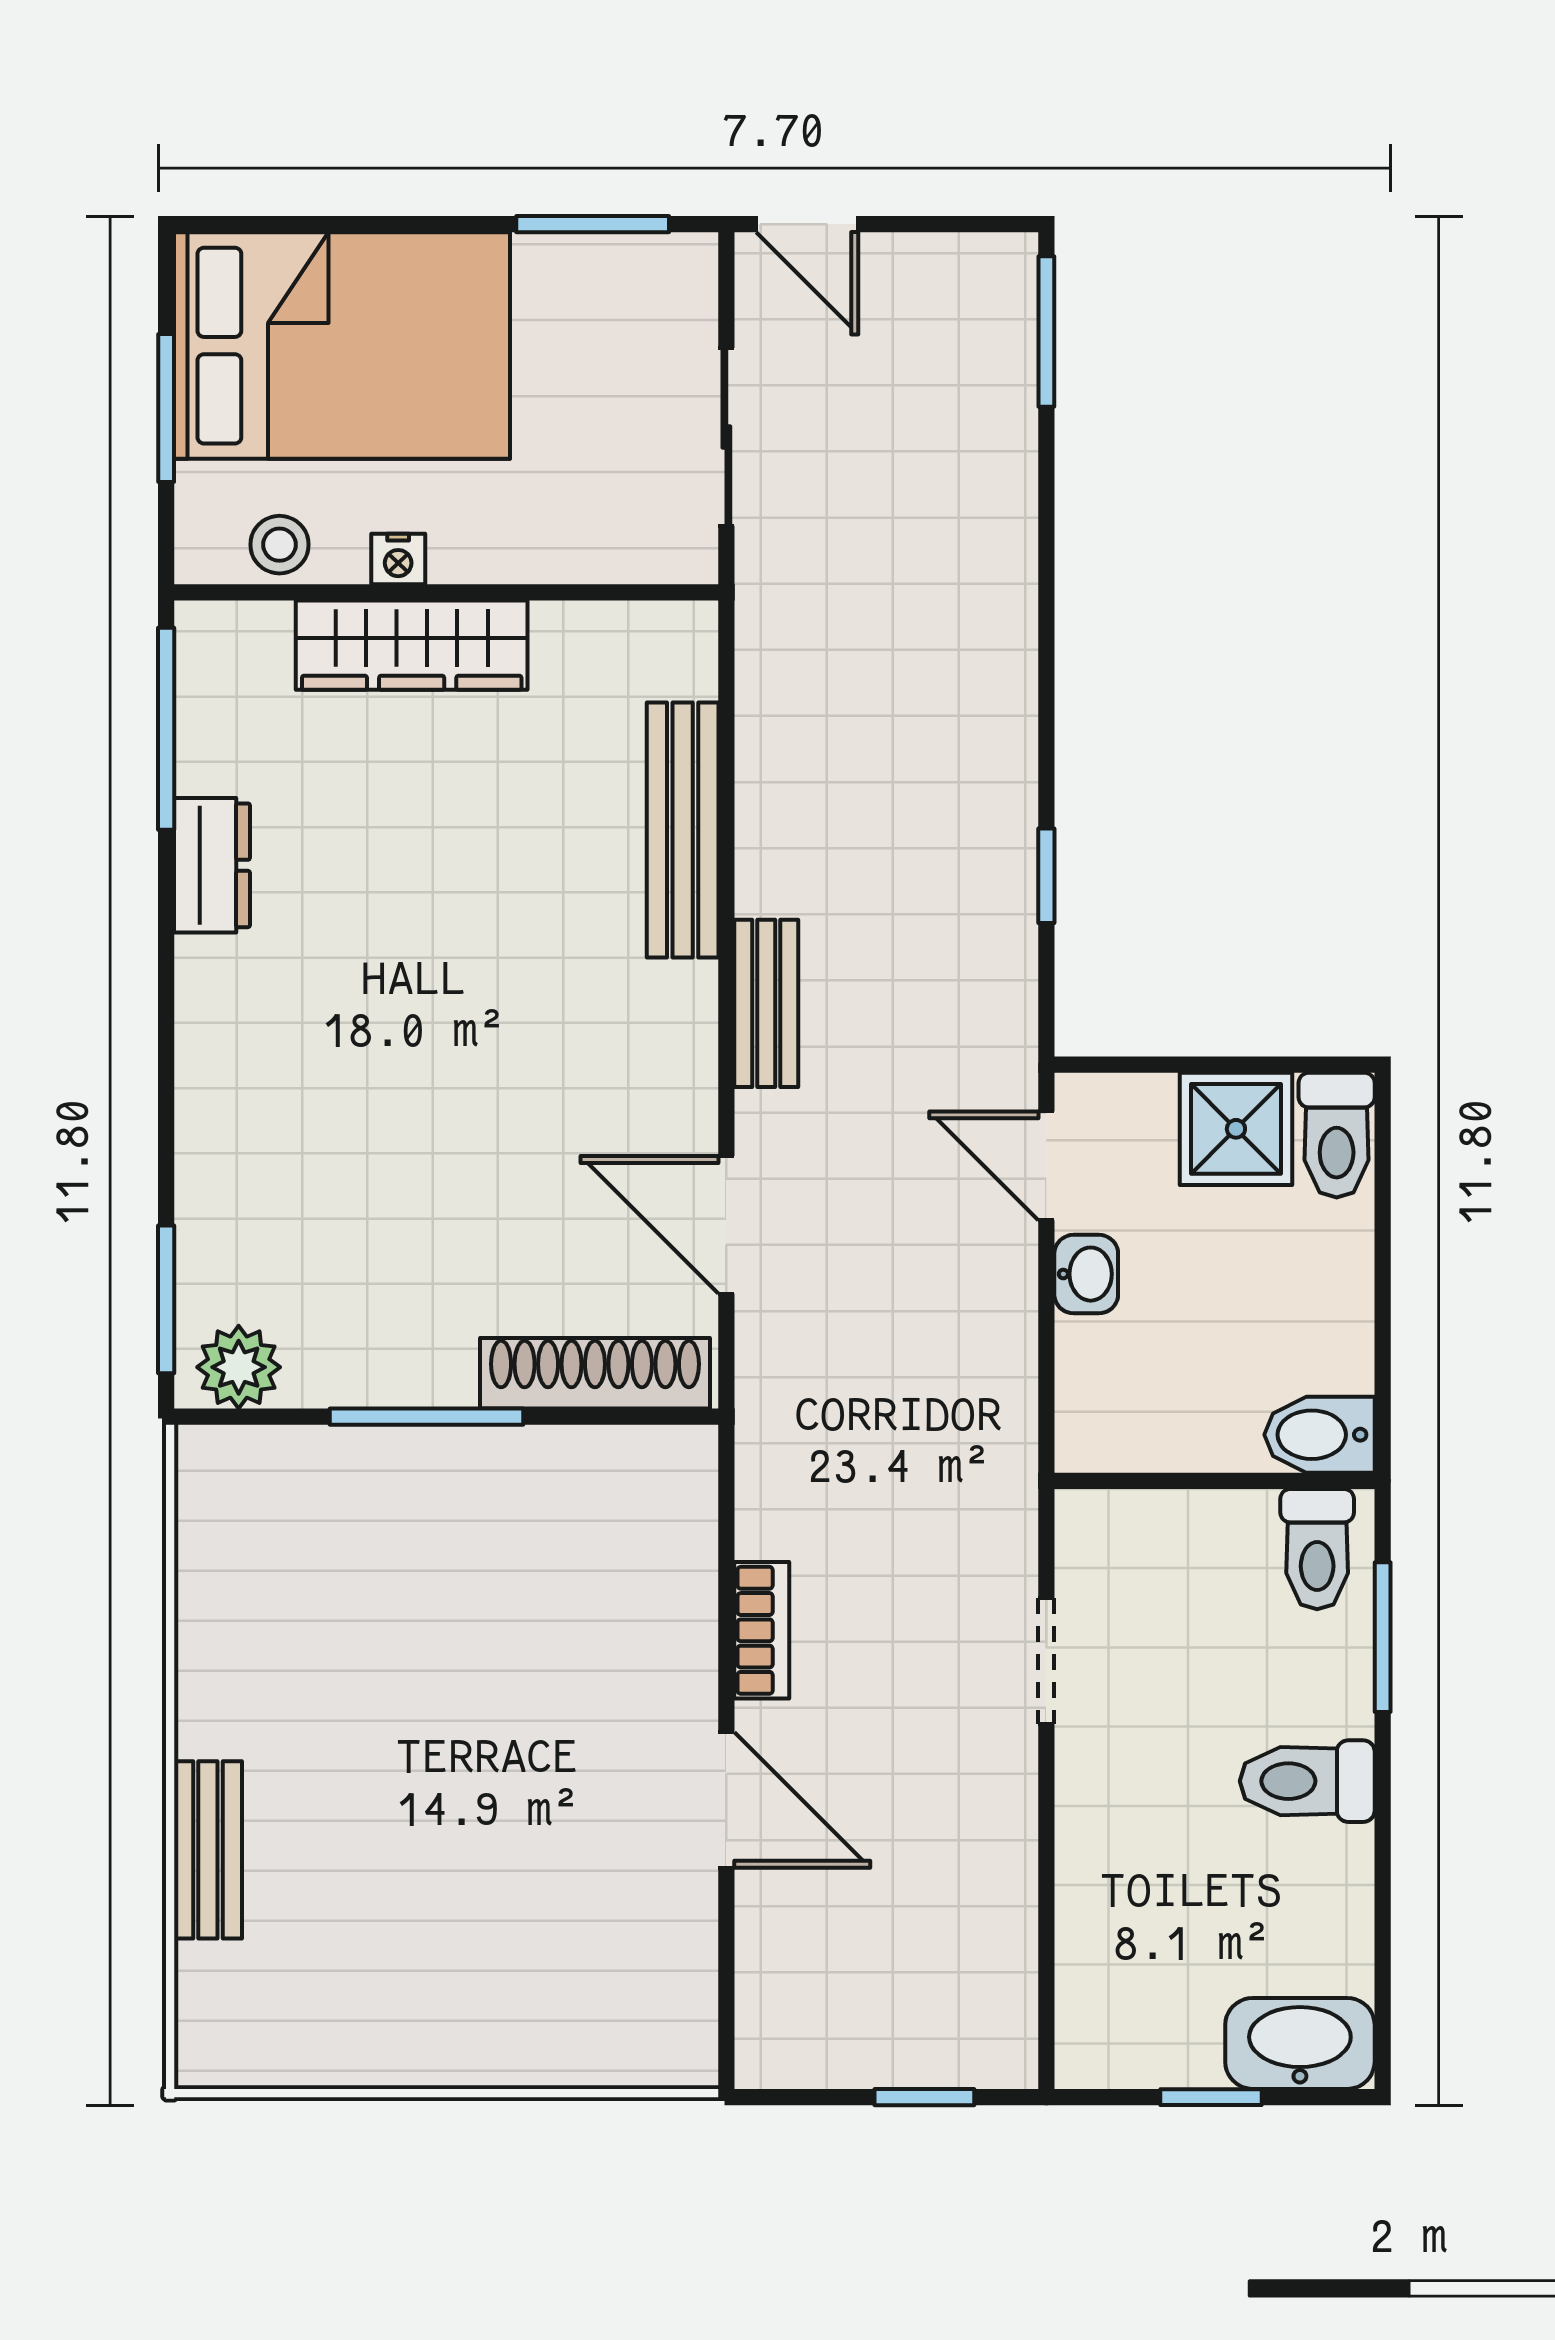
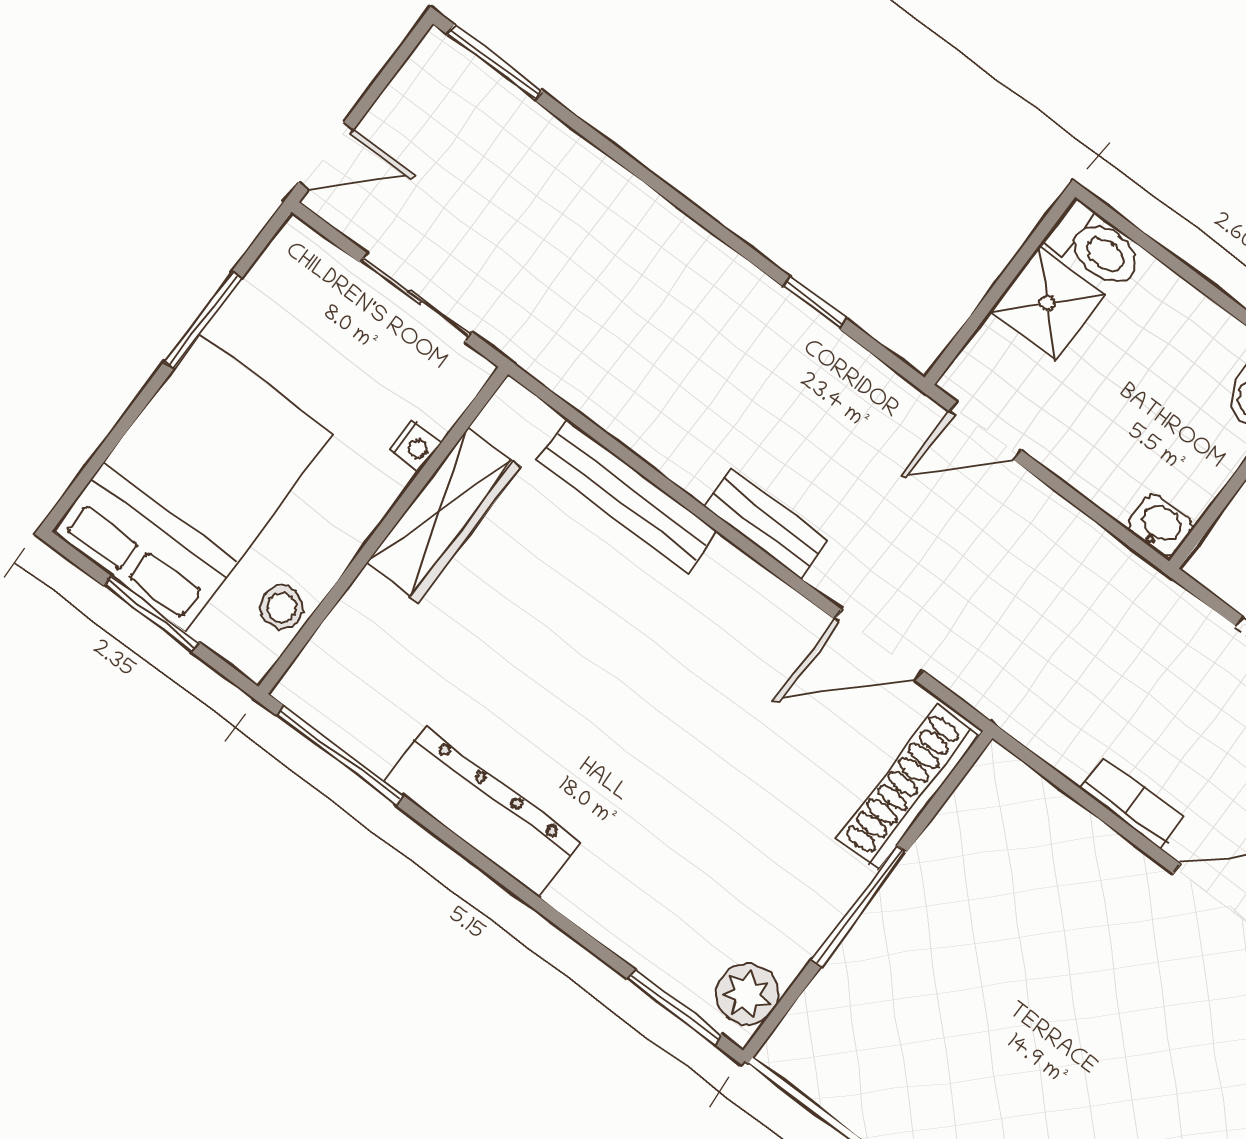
window: (593, 224) -> (203, 320), moved
nightstand: (398, 559) -> (416, 447), moved
wardrobe: (412, 645) -> (443, 515), moved
dresser: (212, 865) -> (482, 812), width x1.96, depth x1.24
washbasin: (1086, 1274) -> (1160, 525), moved

